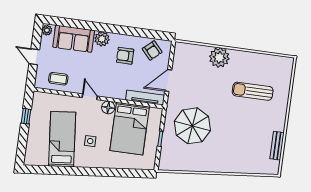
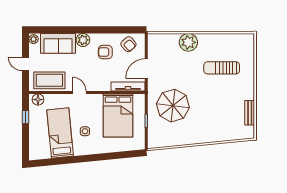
coffee table: (58, 79) -> (49, 80), width x1.86, depth x1.72
floor lamp: (108, 107) -> (38, 100), moved

